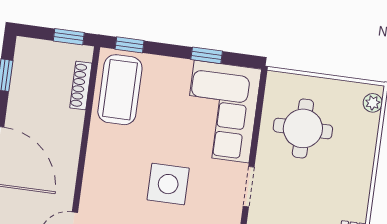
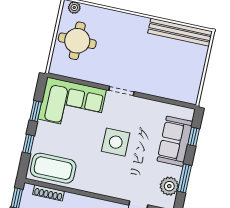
window: (130, 45) -> (28, 144), moved
round table: (303, 128) -> (77, 41), moved

